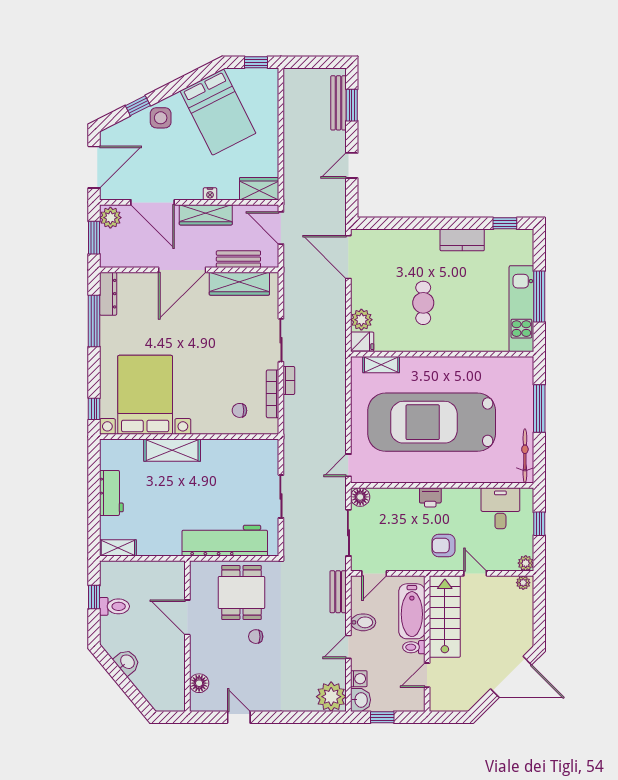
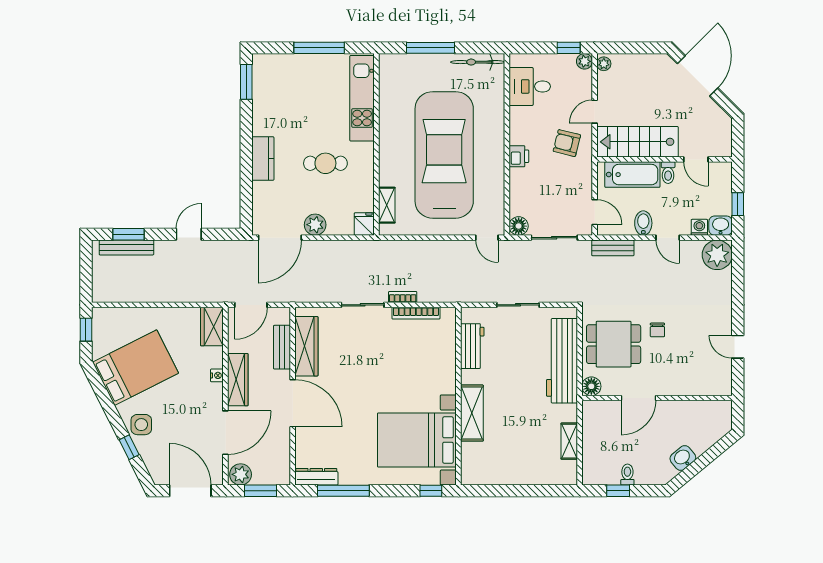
door: (352, 165) -> (189, 234), swing flipped
window: (505, 223) -> (246, 82), width x1.50
kitchen counter: (462, 240) -> (263, 159), moved
kitchen unit: (521, 309) -> (362, 98), moved, turned 90
plant: (361, 320) -> (315, 225), moved
chair: (239, 410) -> (432, 346), removed
car: (432, 422) -> (444, 155), turned 180
workbench: (111, 493) -> (472, 346), moved, turned 90
window: (539, 524) -> (569, 48), moved
armchair: (444, 546) -> (567, 143), turned 104
shelving: (118, 548) -> (569, 441), moved
toilet: (114, 606) -> (627, 475), width x0.73, depth x0.72
floor lamp: (199, 683) -> (591, 386), moved
door: (239, 717) -> (738, 347), hinge flipped

